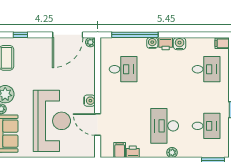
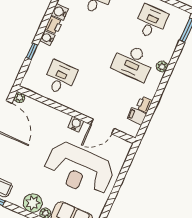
window: (135, 35) -> (32, 51), width x0.32
reception desk: (52, 121) -> (79, 169), turned 180

